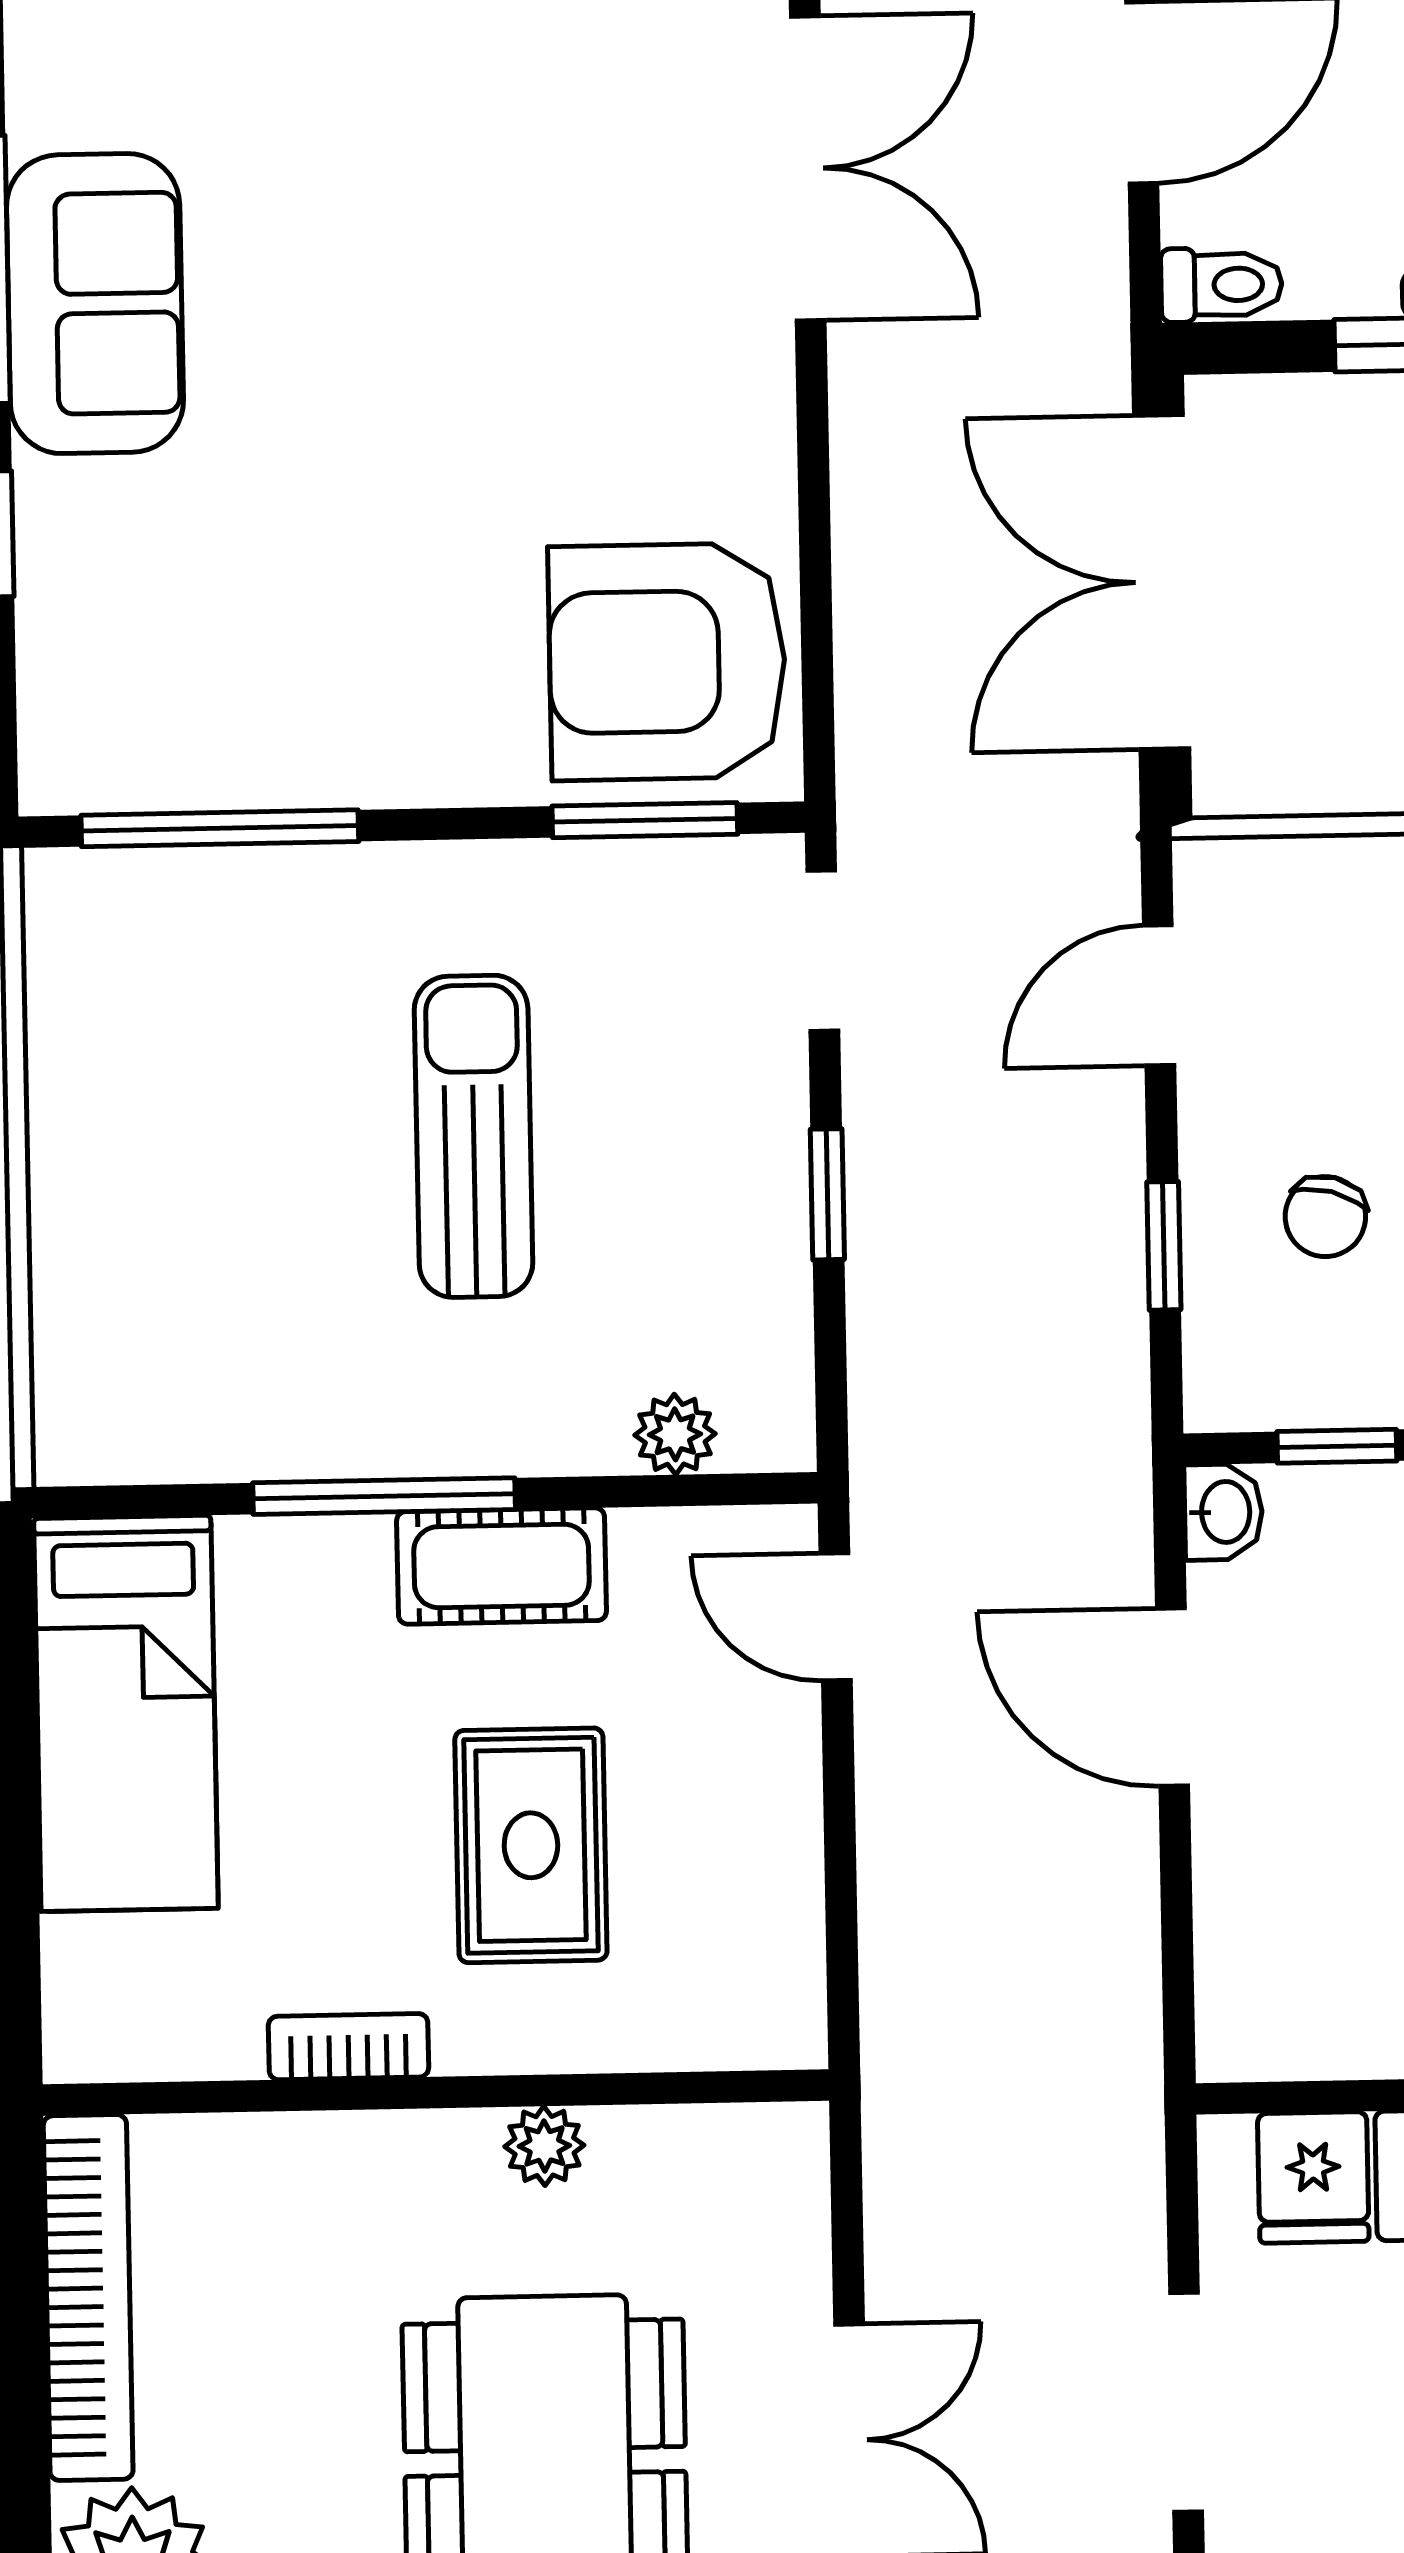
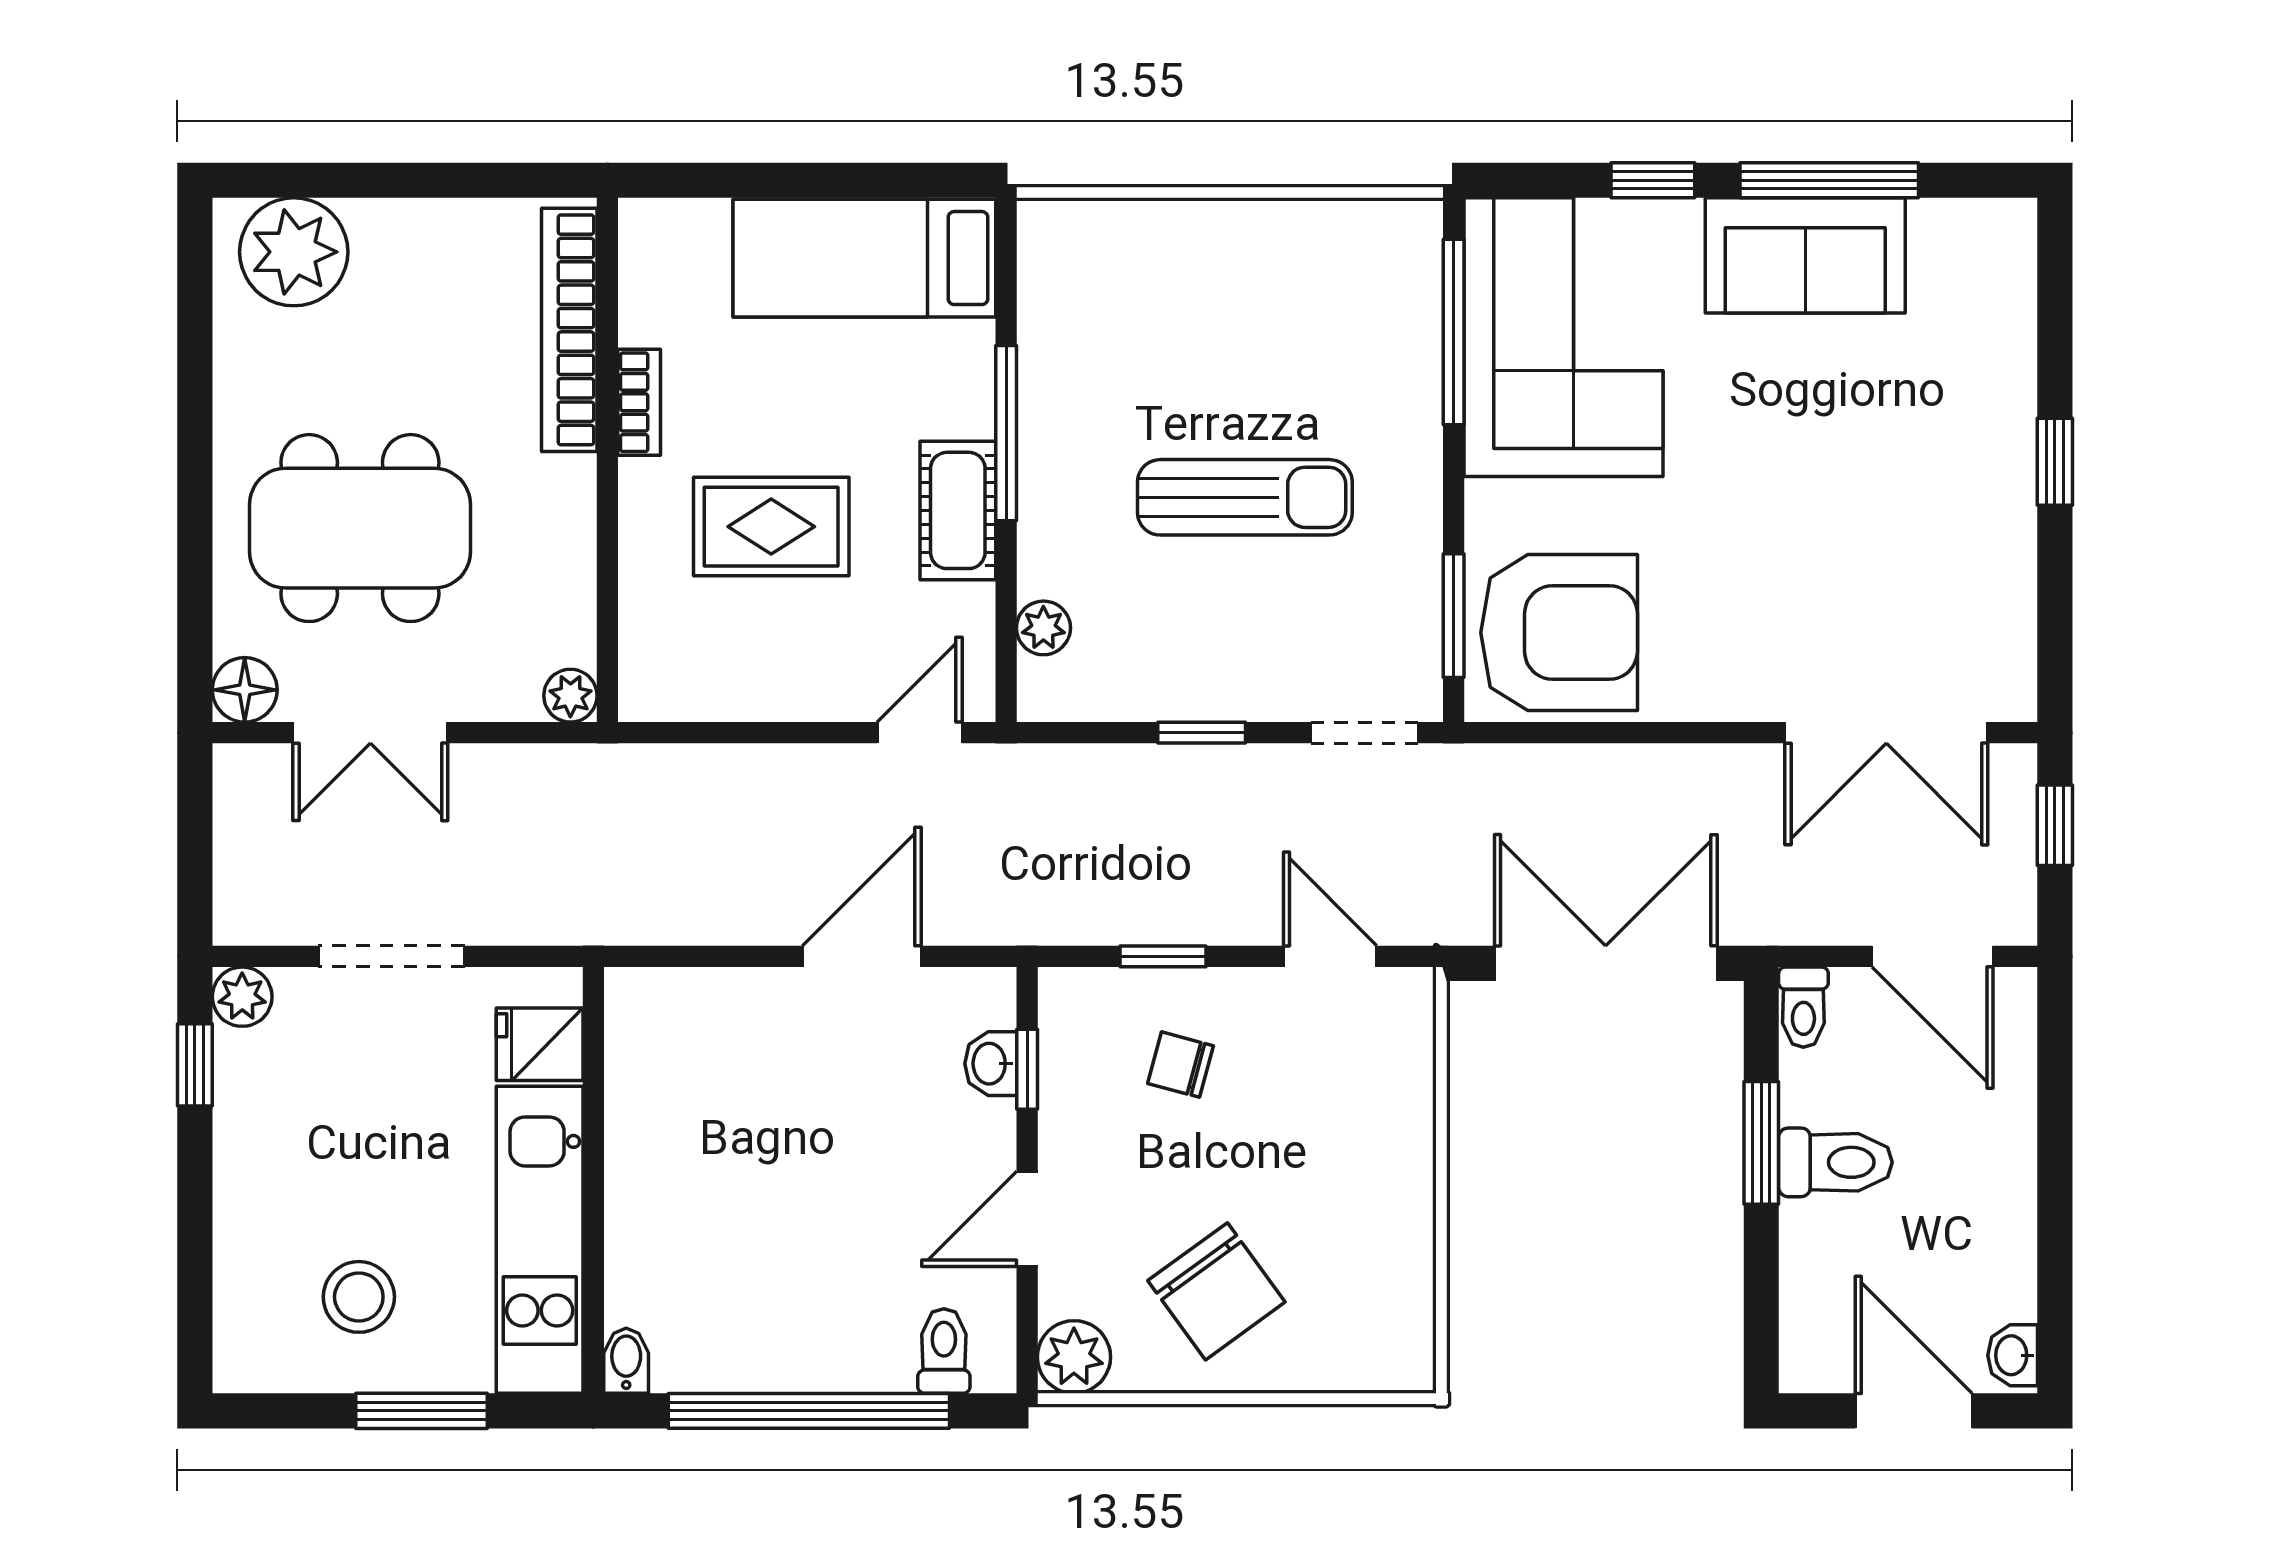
armchair: (667, 662) -> (1559, 633), turned 90
corner sofa: (224, 663) -> (1564, 337), added
washbasin: (1223, 1512) -> (991, 1064), moved, turned 90
plant: (544, 2146) -> (570, 696), moved
bookcase: (88, 2297) -> (569, 330), moved, turned 90

